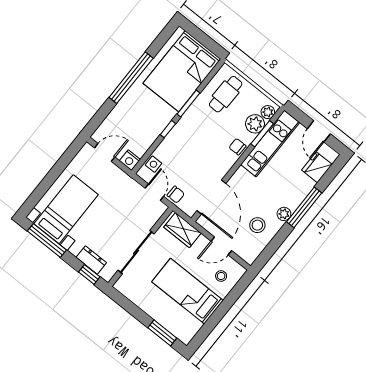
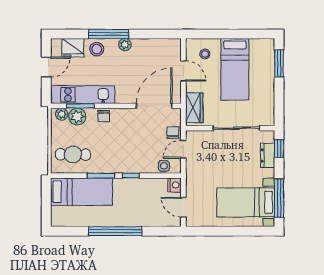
bed: (182, 71) -> (82, 192), width x0.67
stool: (257, 225) -> (97, 49), moved

